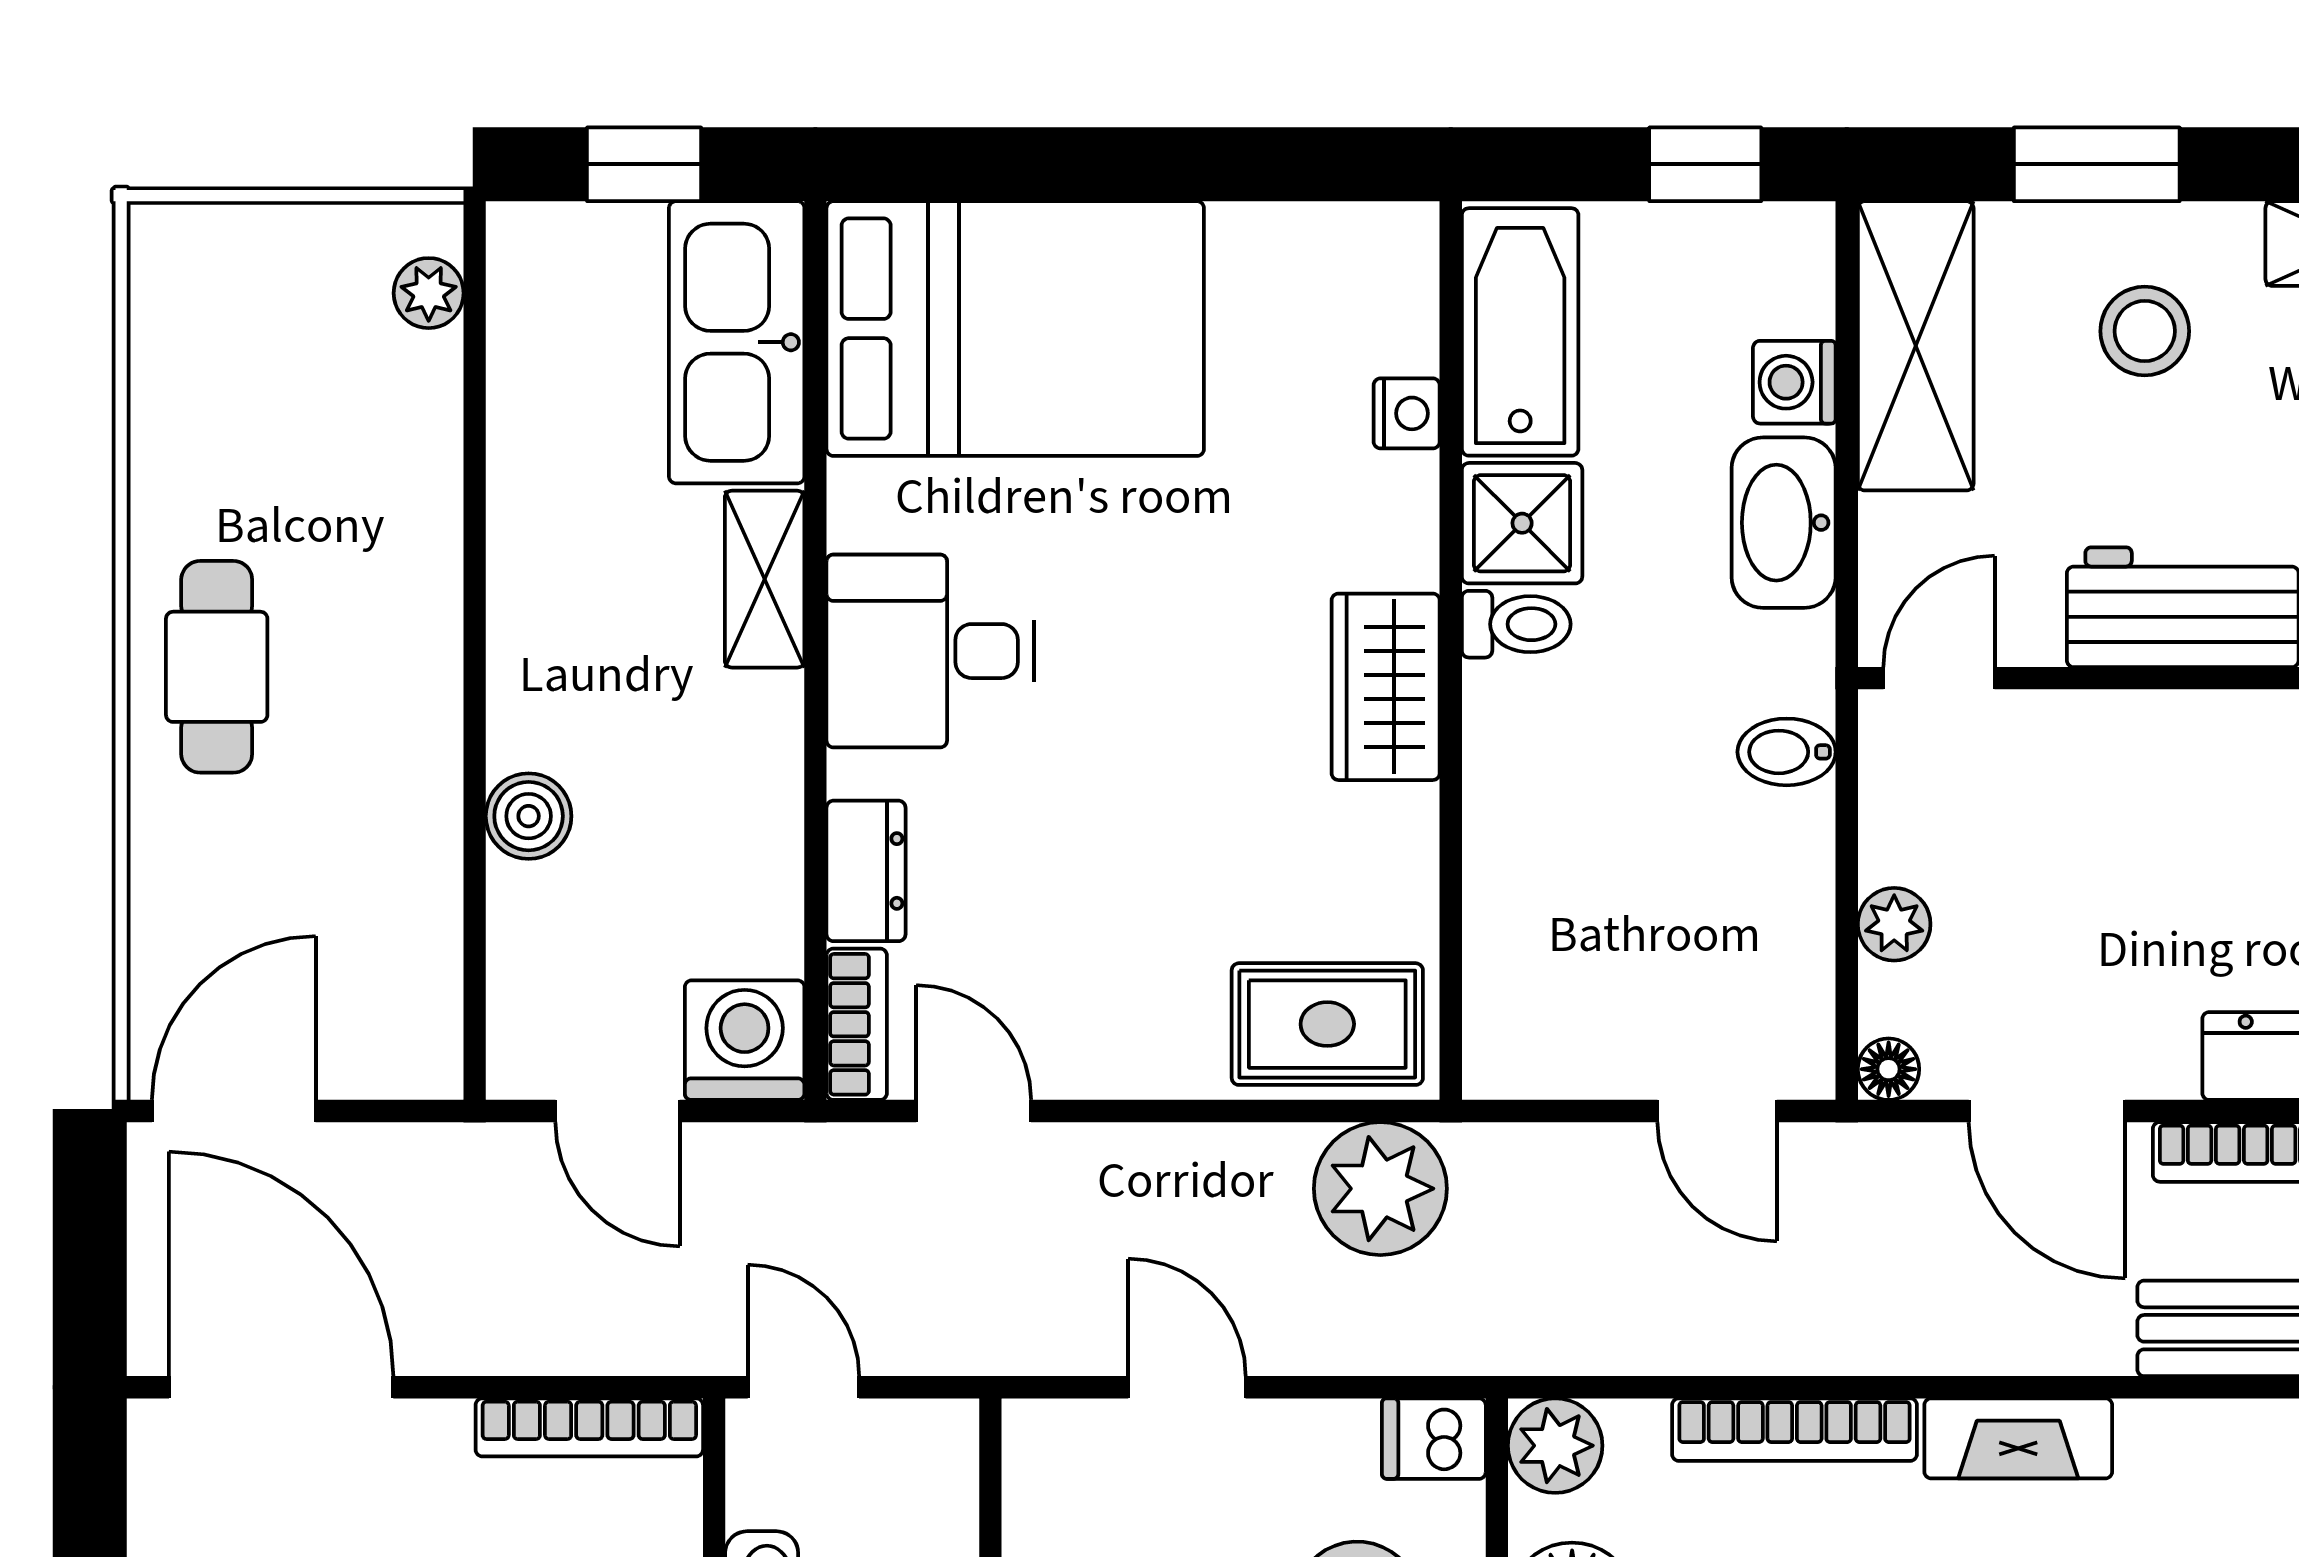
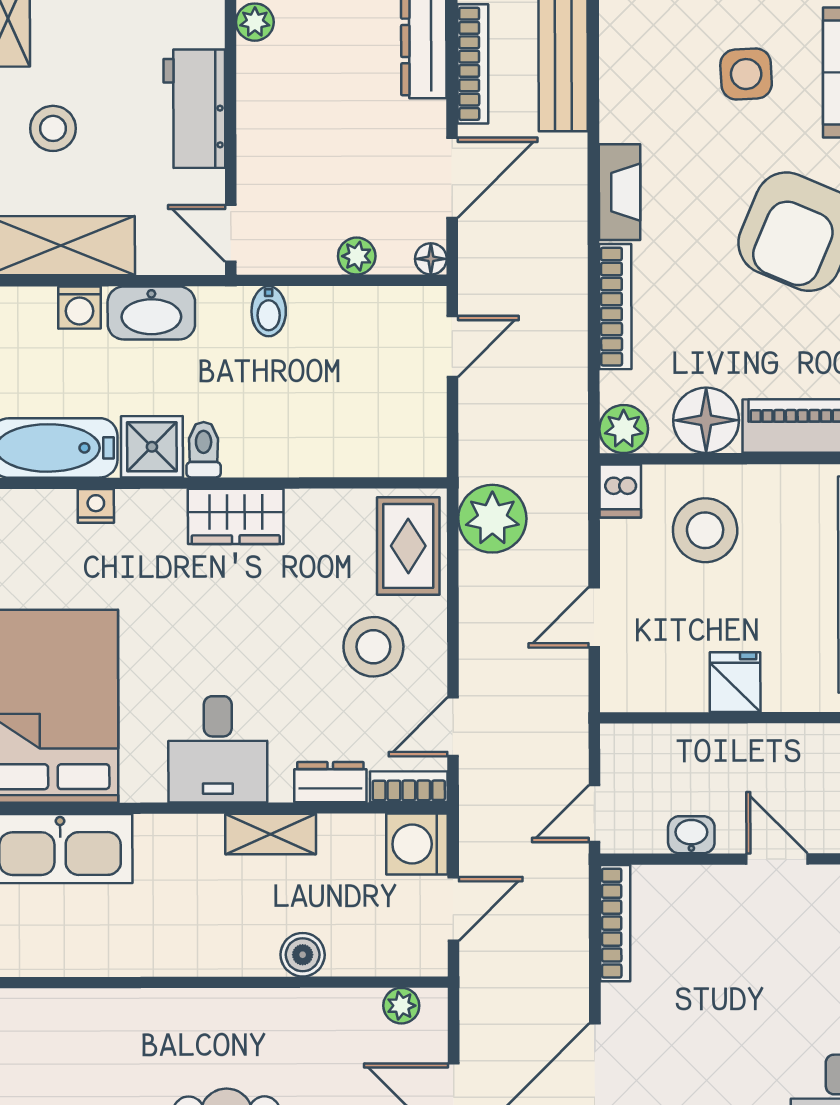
plant: (429, 293) -> (401, 1006), moved
shelving: (765, 579) -> (271, 834), moved
stool: (1130, 956) -> (373, 647), added

